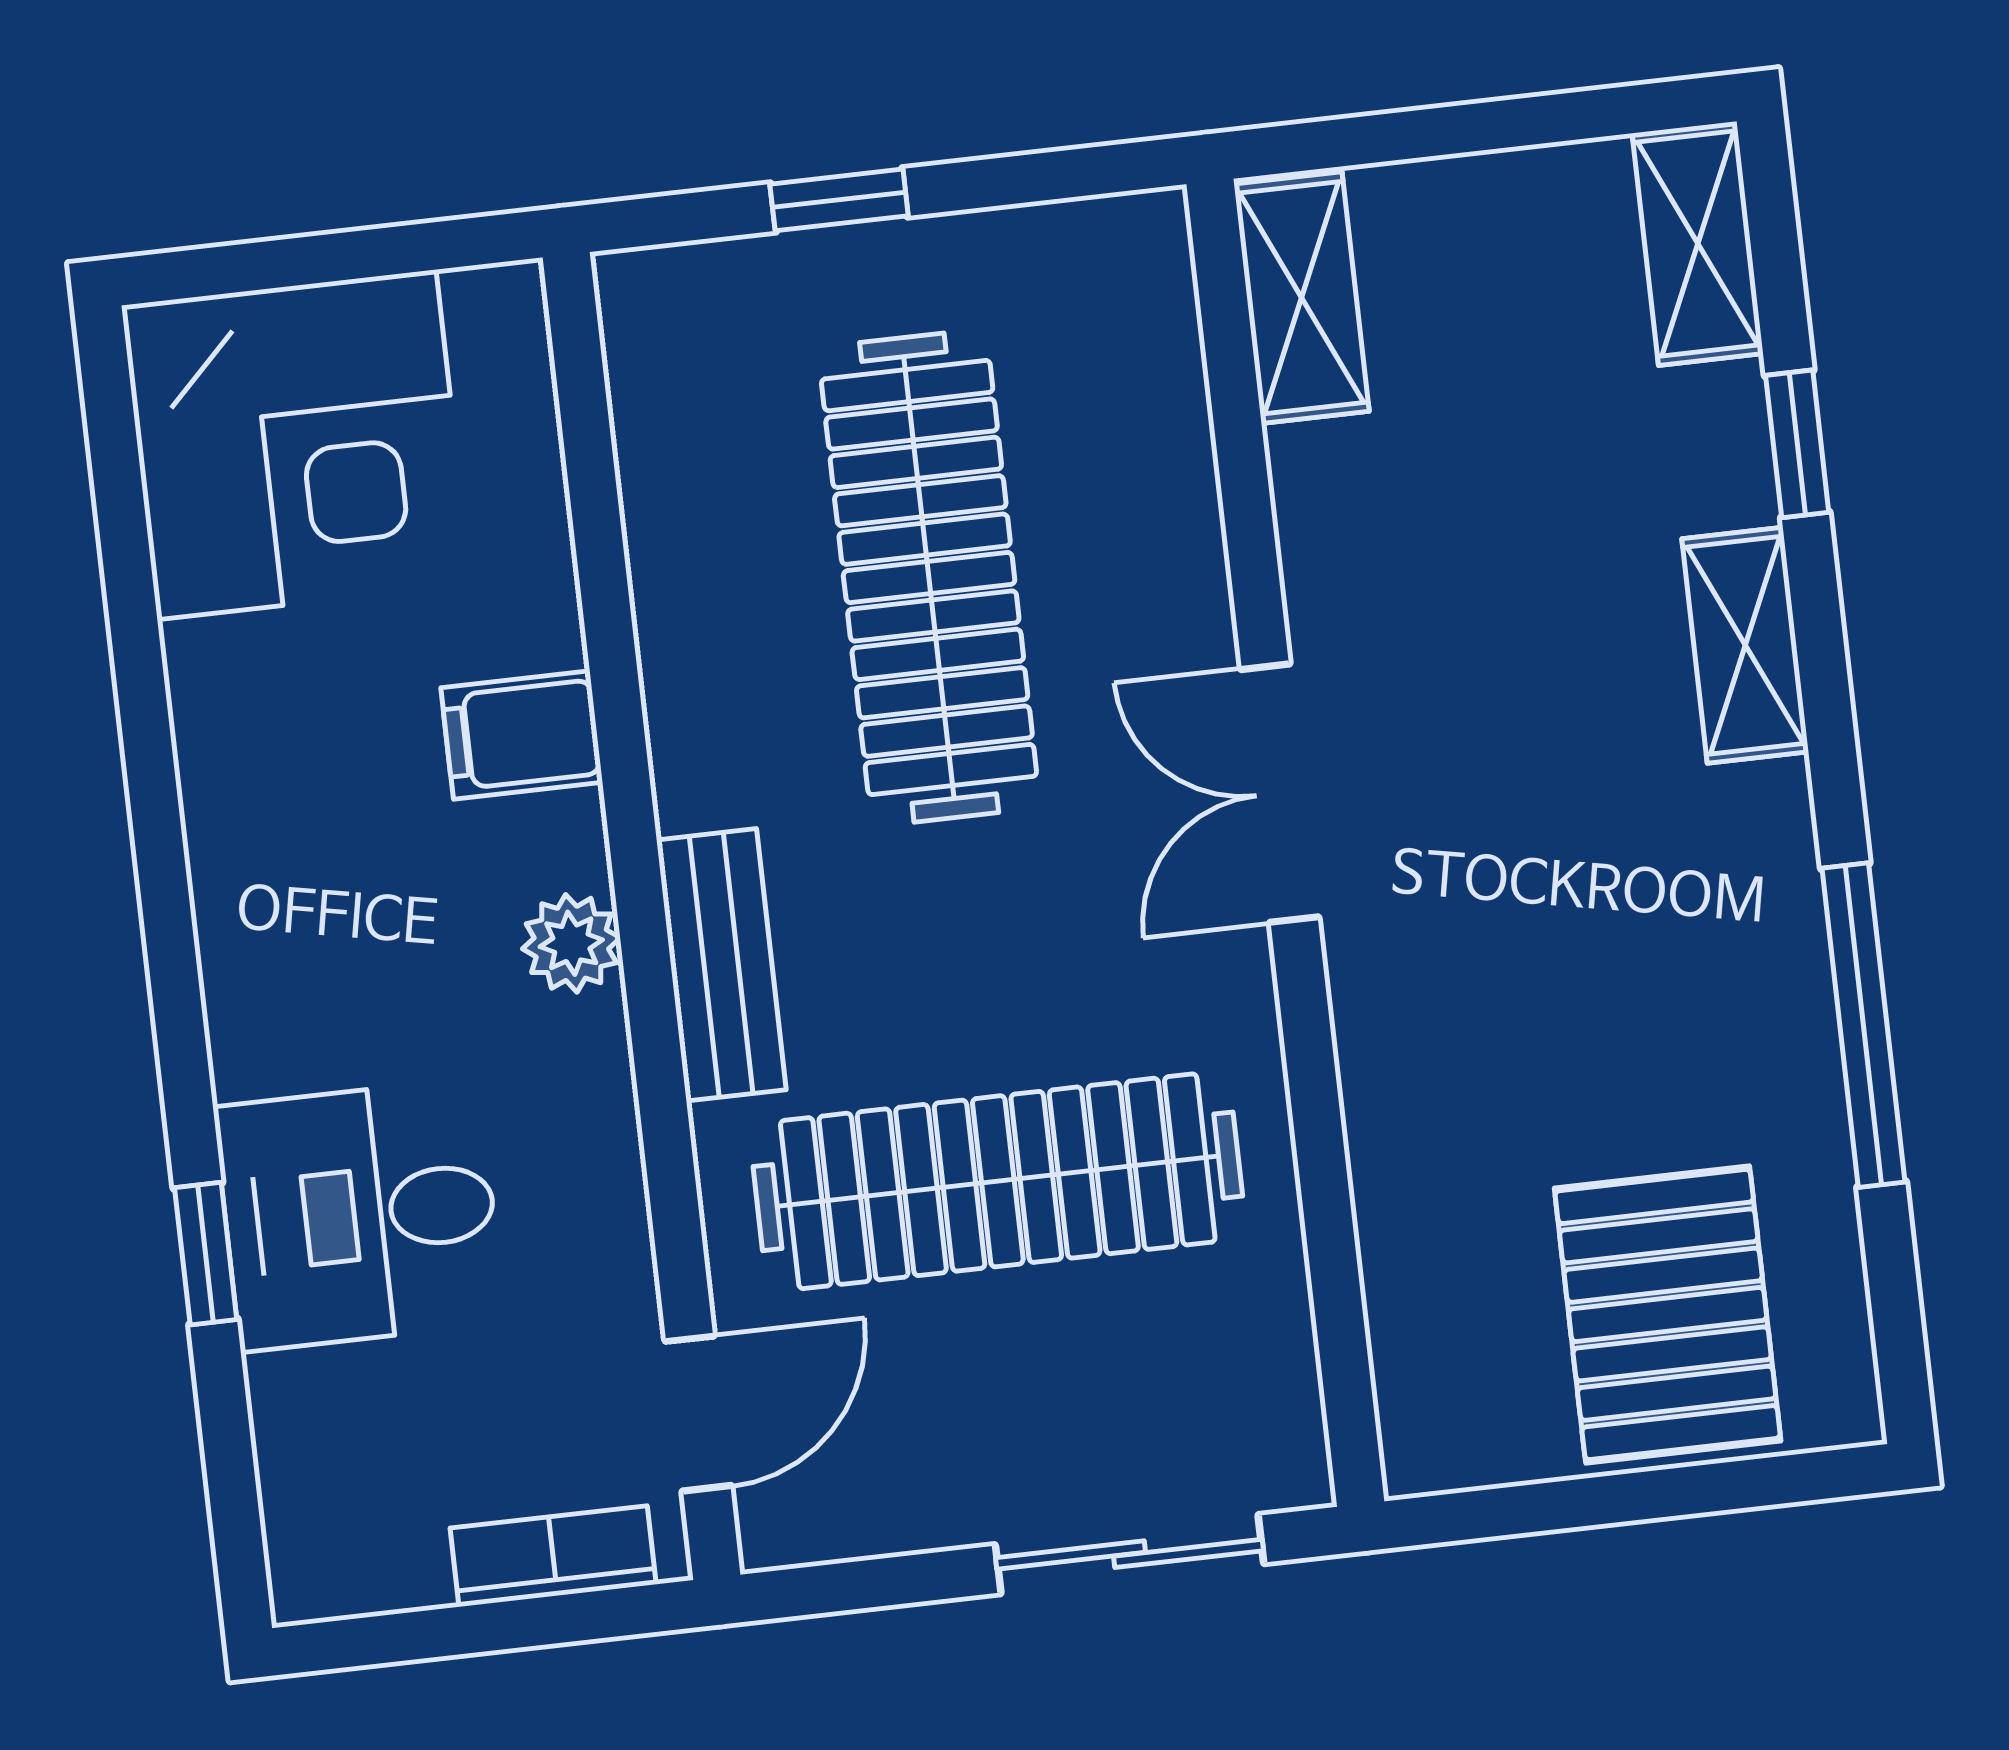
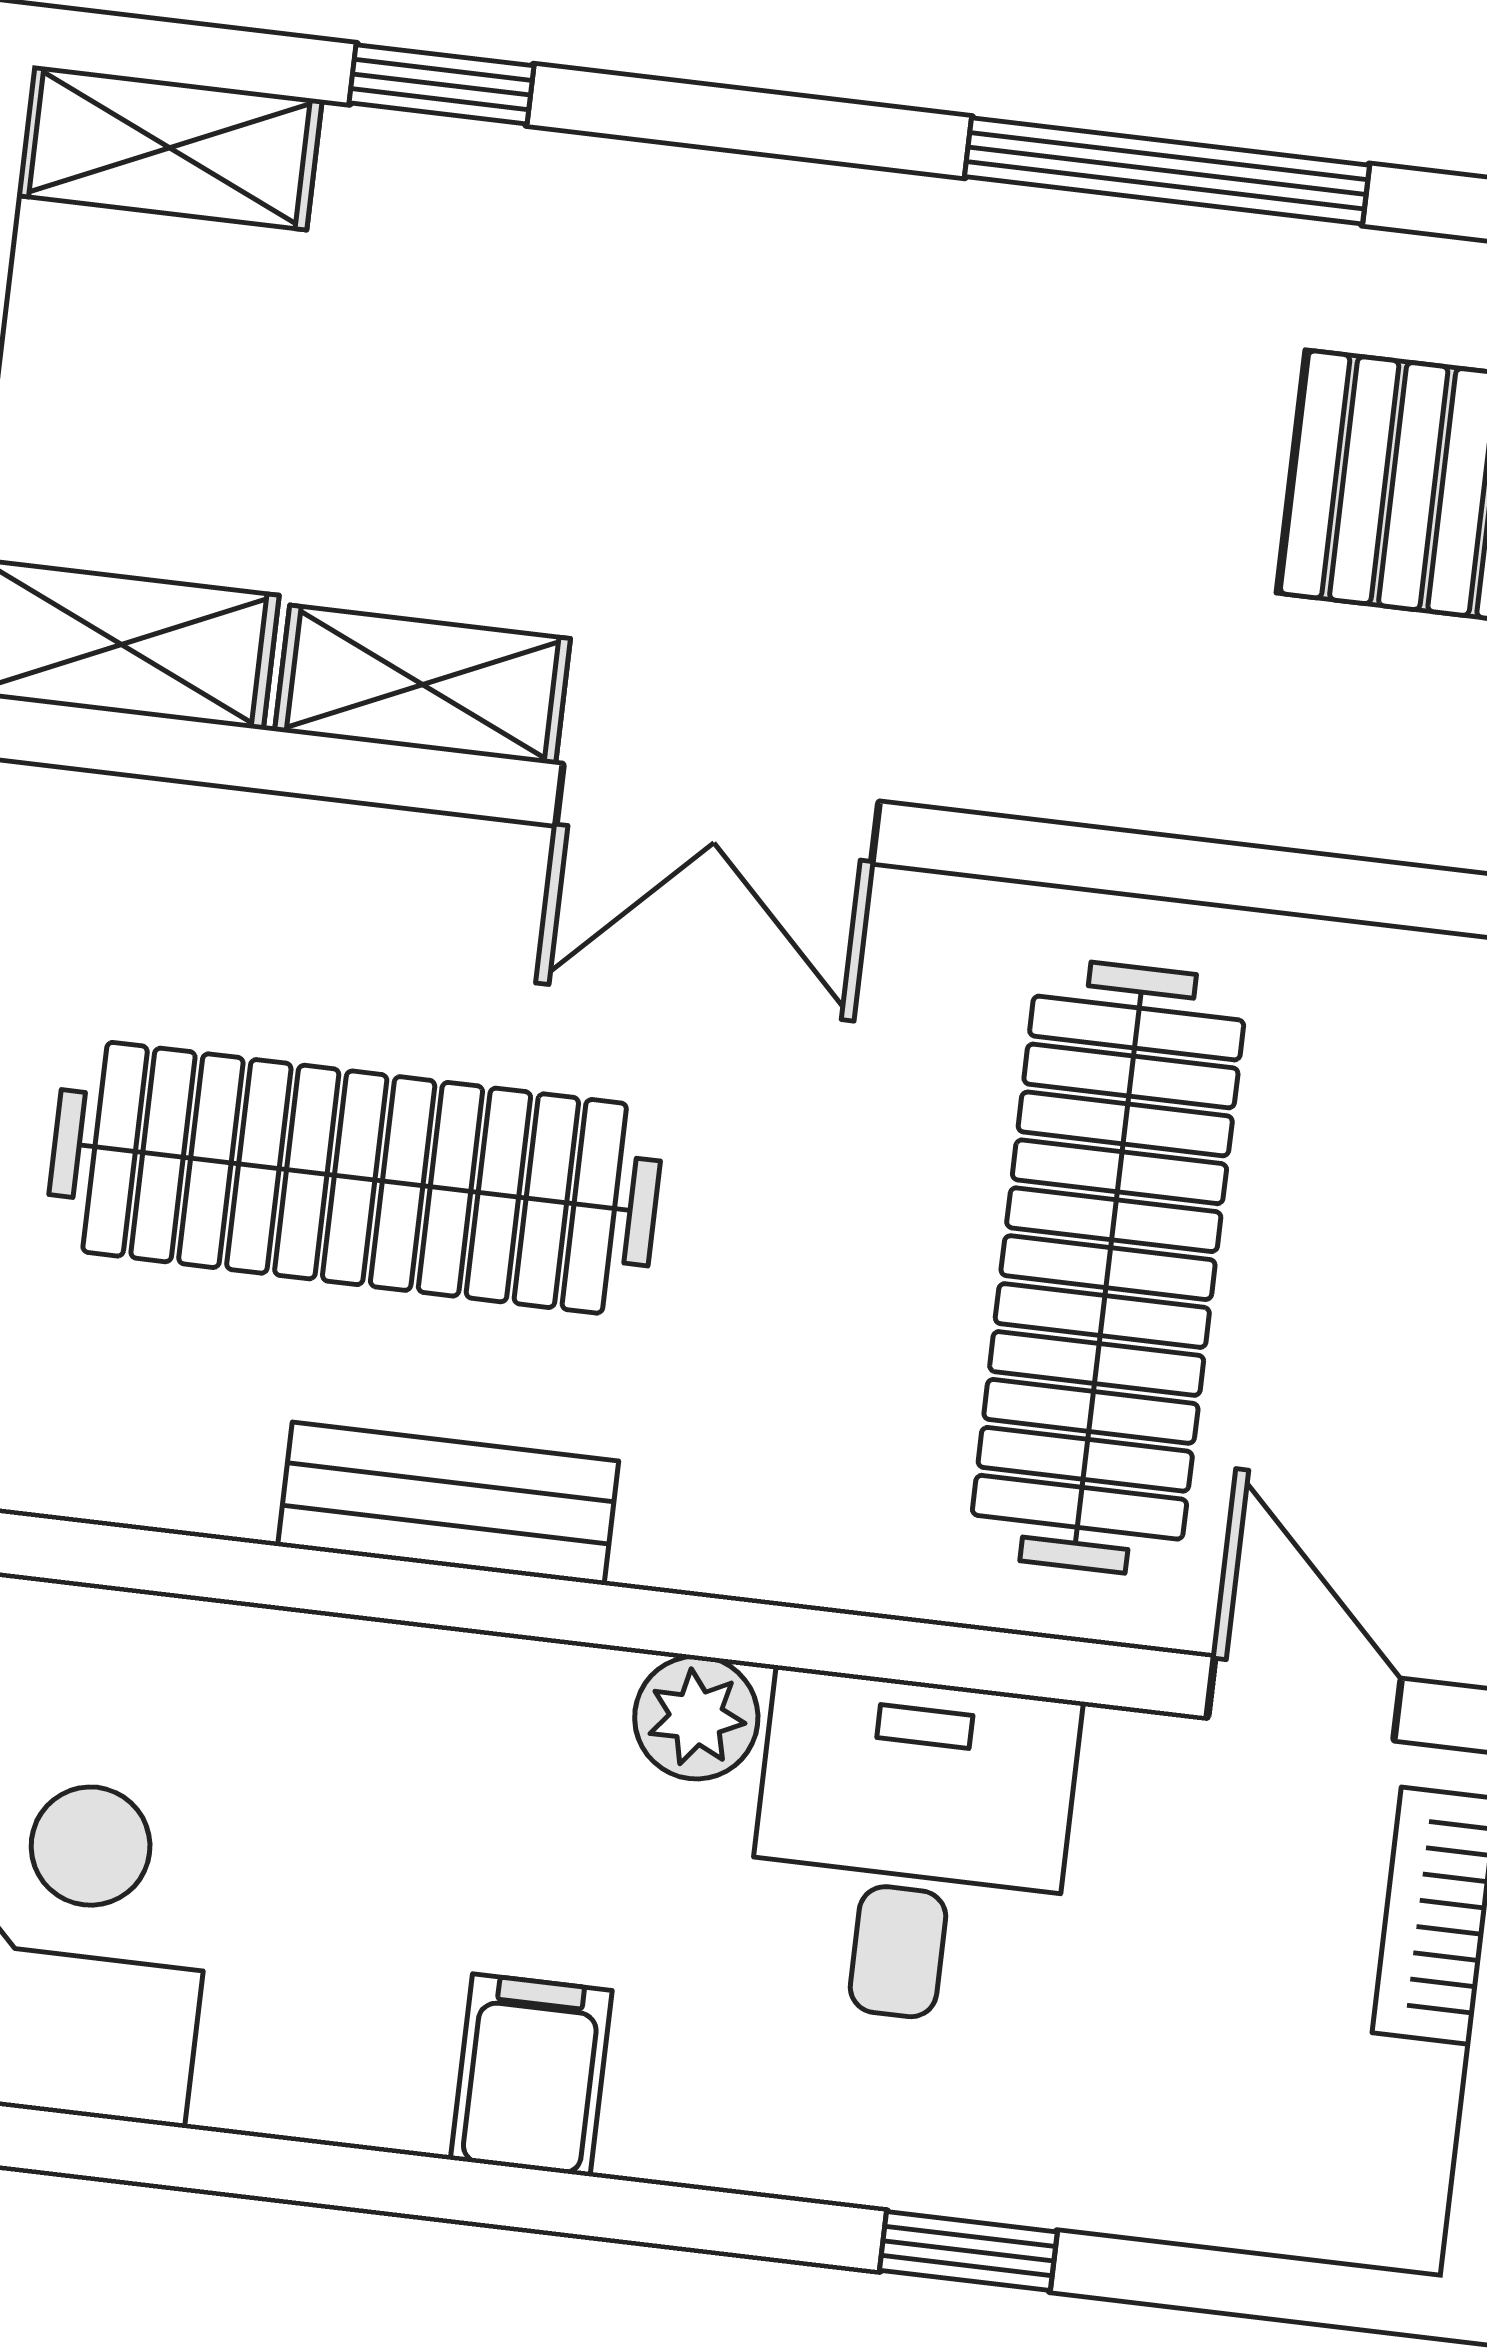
shelving: (1745, 645) -> (423, 685), moved
filing cabinet: (522, 735) -> (531, 2075), moved, turned 180
bench: (721, 965) -> (448, 1504), moved
desk: (359, 1215) -> (910, 1849), moved, turned 180

